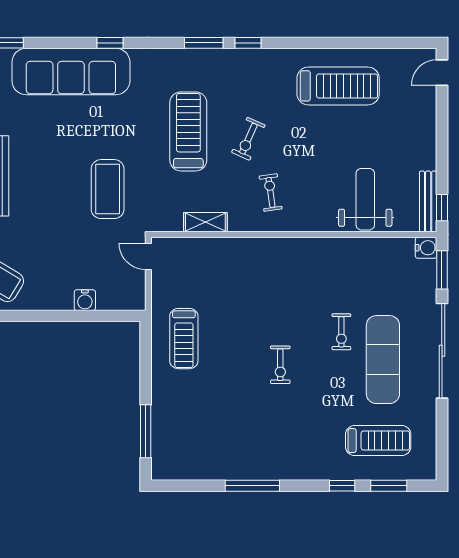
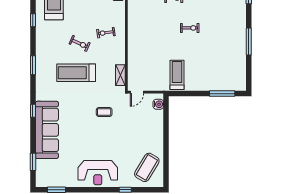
window: (248, 43) -> (33, 20), moved
coffee table: (108, 189) -> (104, 112), width x0.54, depth x0.58
shelving: (205, 222) -> (120, 75), moved
water cooler: (85, 300) -> (158, 104), moved
treadmill: (184, 339) -> (177, 75), turned -90

